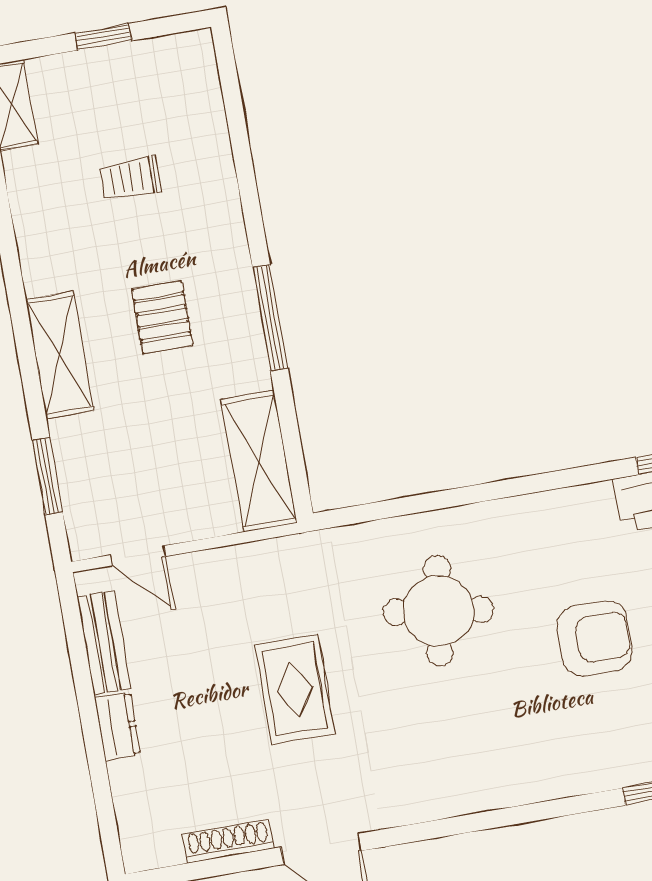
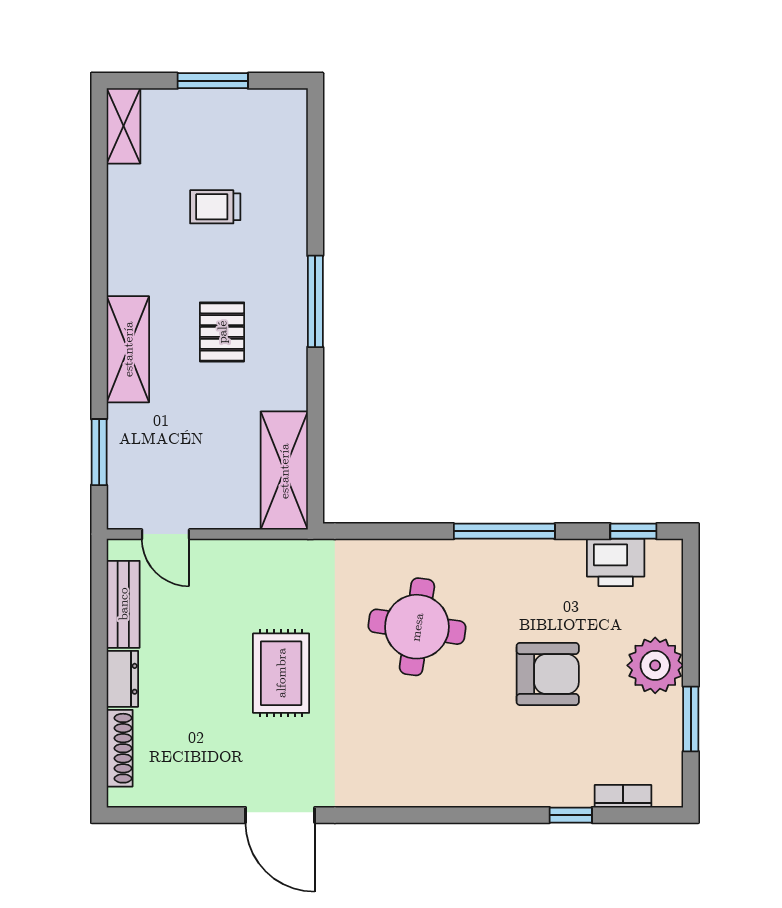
window: (103, 37) -> (213, 81), width x1.50
window: (270, 318) -> (315, 301), moved
window: (518, 486) -> (504, 531), added
shoe rack: (228, 841) -> (120, 748), moved, turned 90

